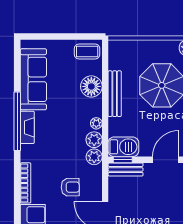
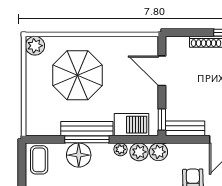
window: (105, 94) -> (87, 139), added
barbecue: (123, 147) -> (131, 125), moved, turned 90
bench: (126, 169) -> (185, 128), moved, turned 90

